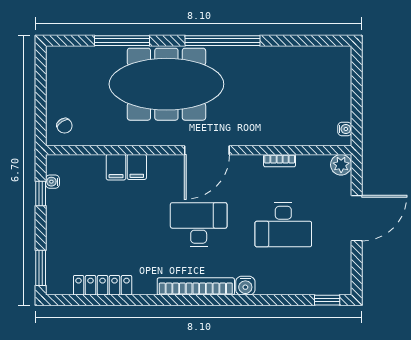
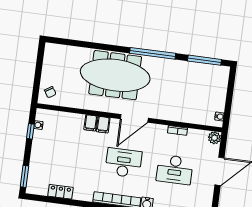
window: (122, 41) -> (204, 60), moved
filing cabinet: (116, 167) -> (103, 125), moved
locker: (103, 285) -> (60, 192), width x0.66

